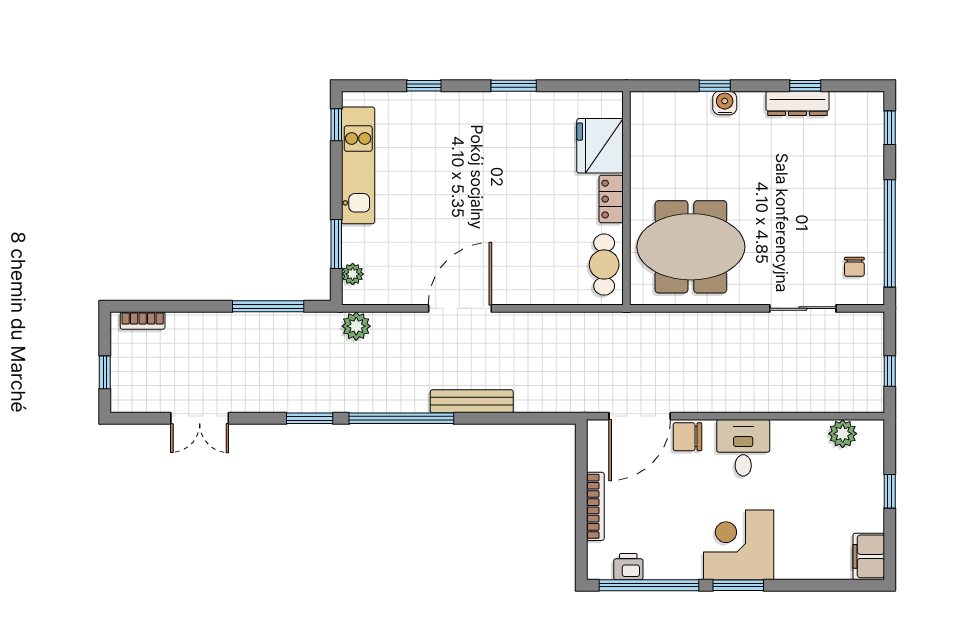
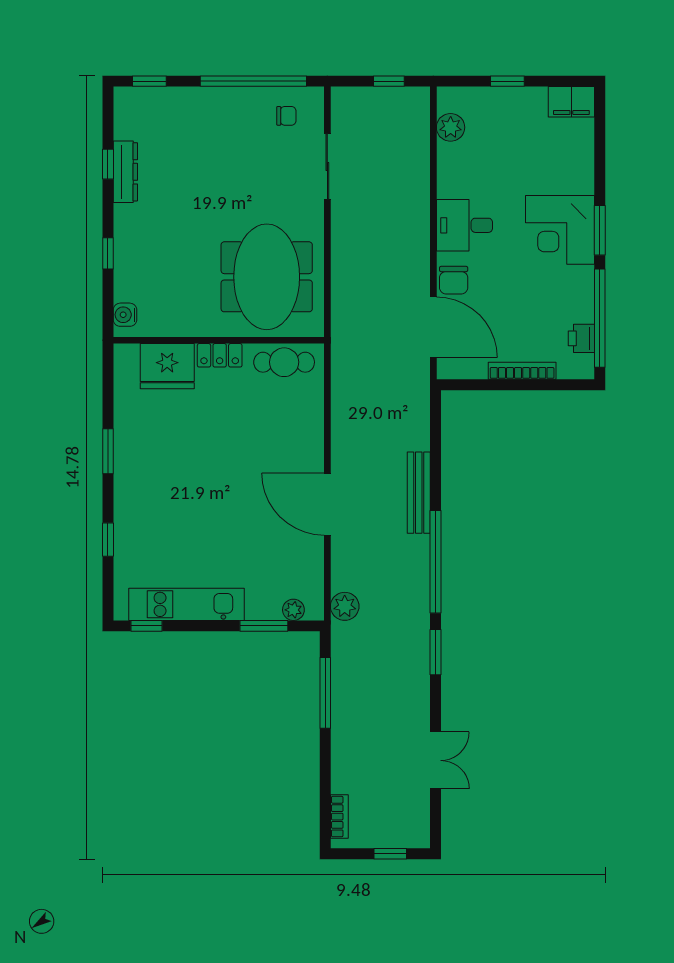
water cooler: (725, 103) -> (125, 315), moved

